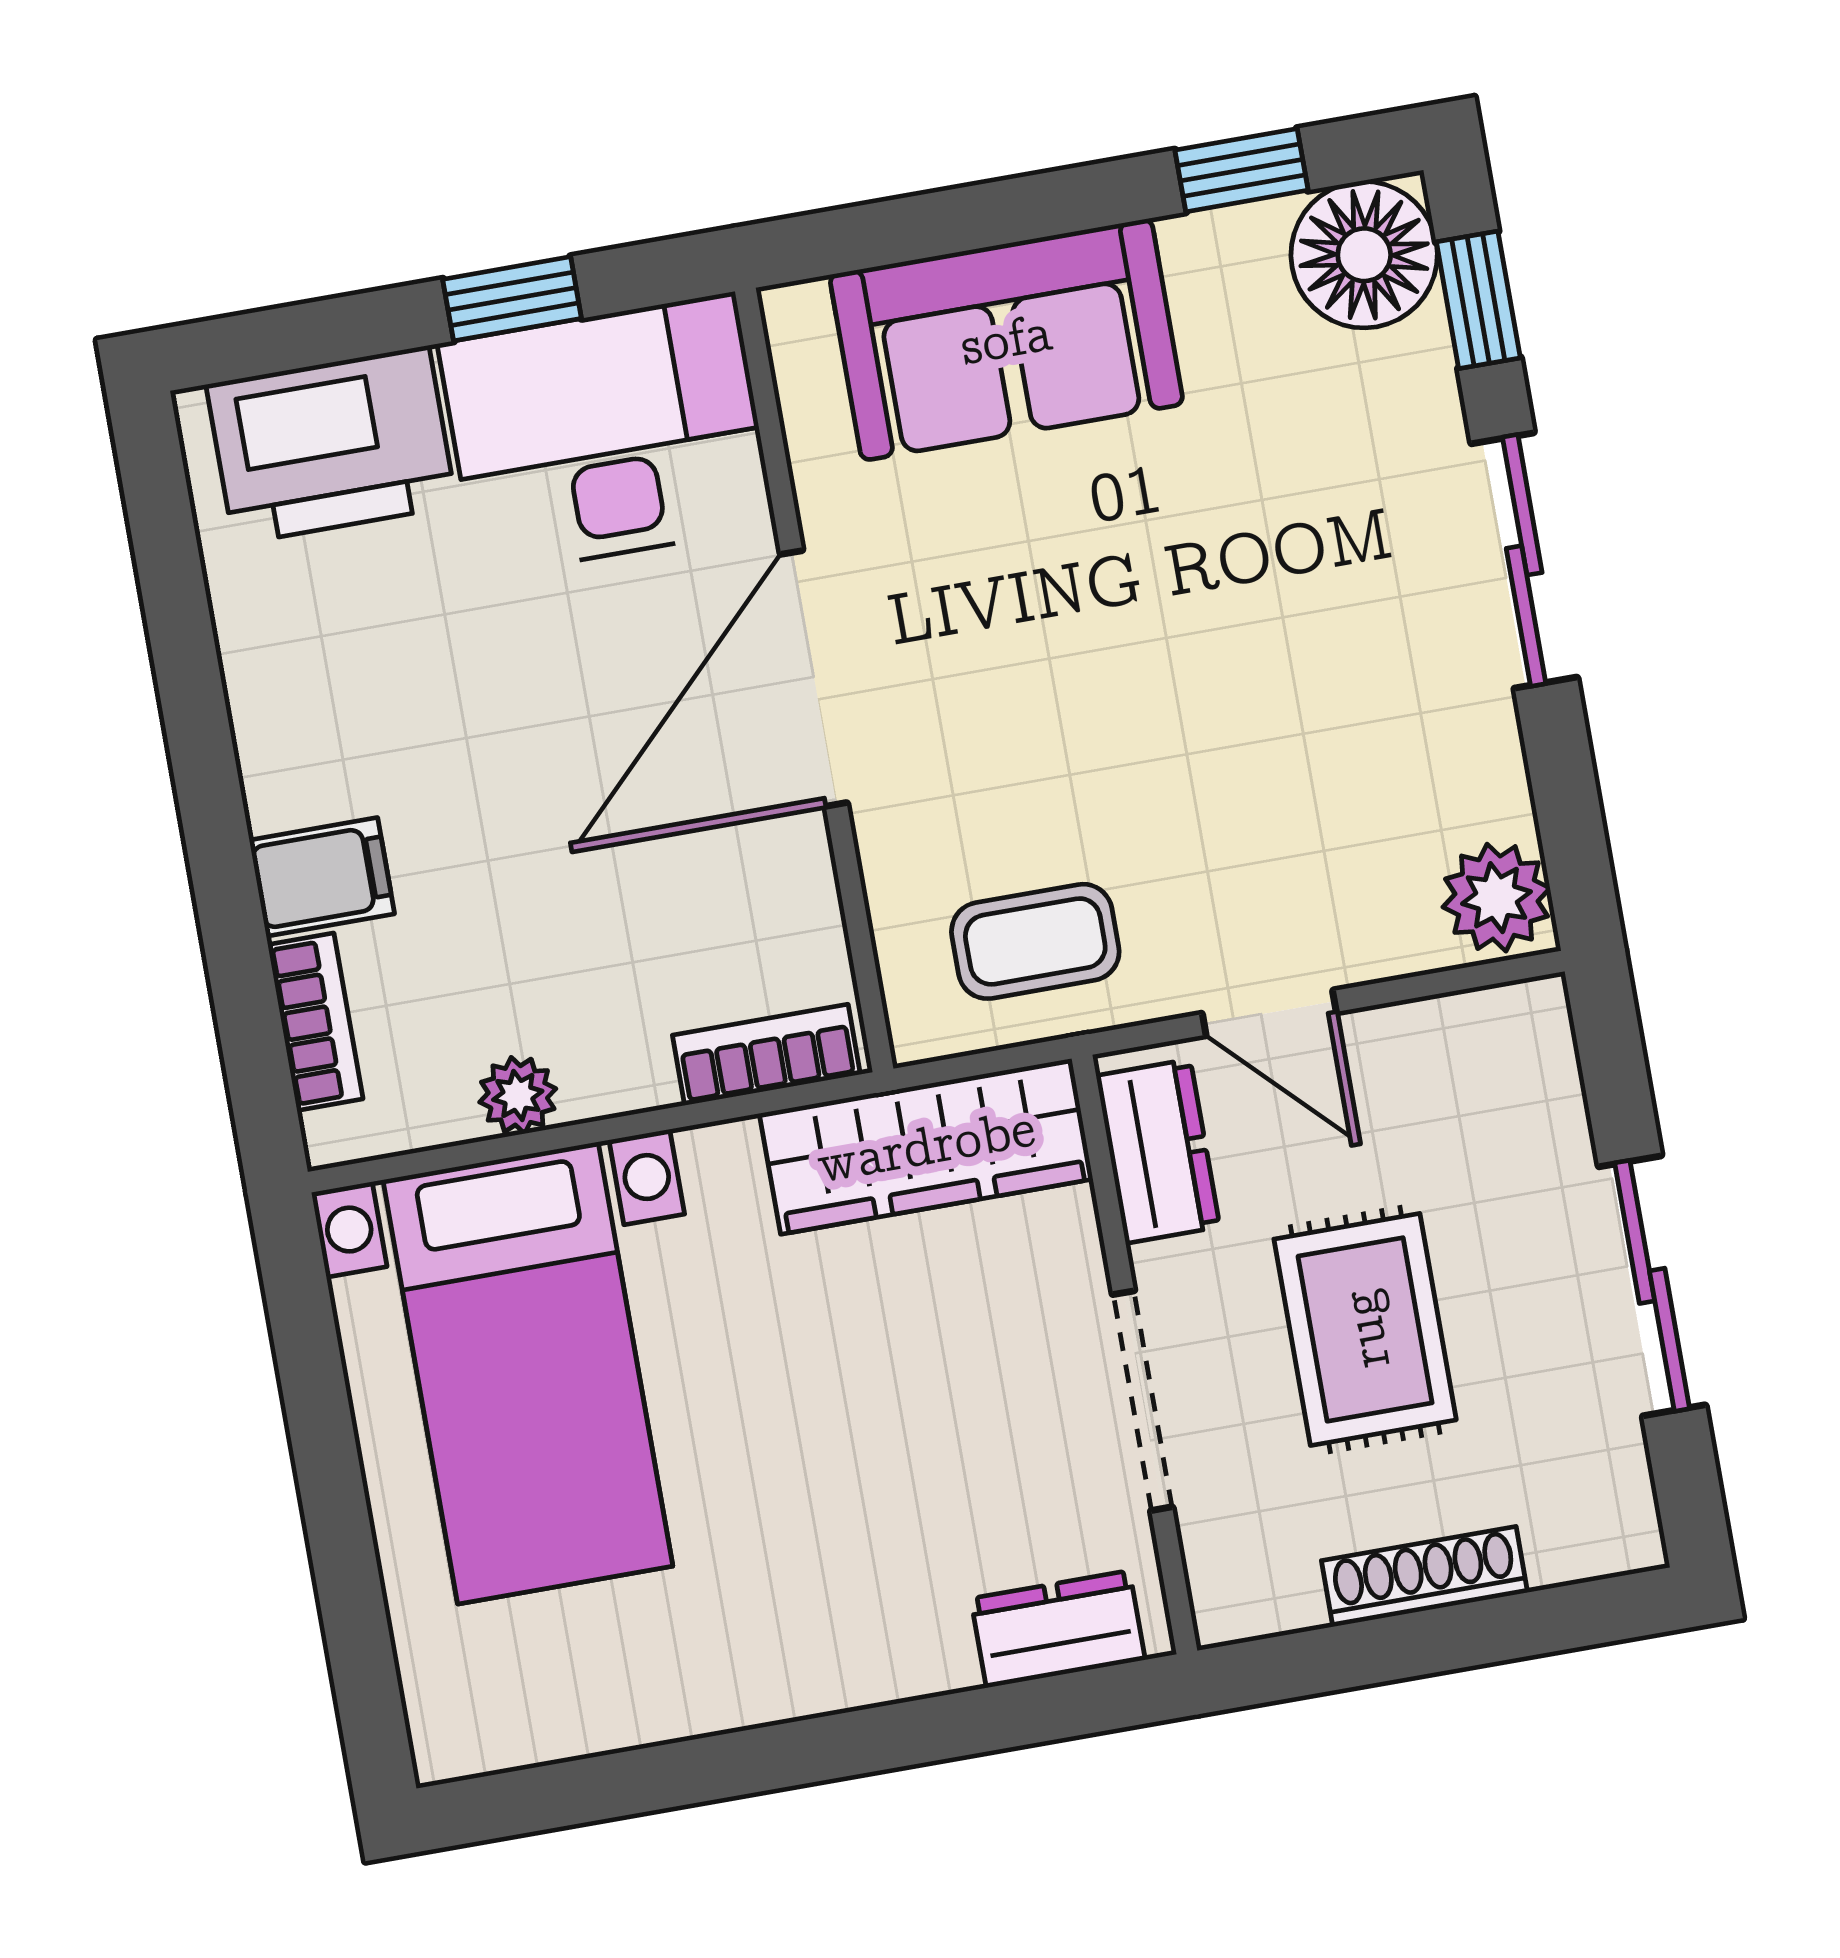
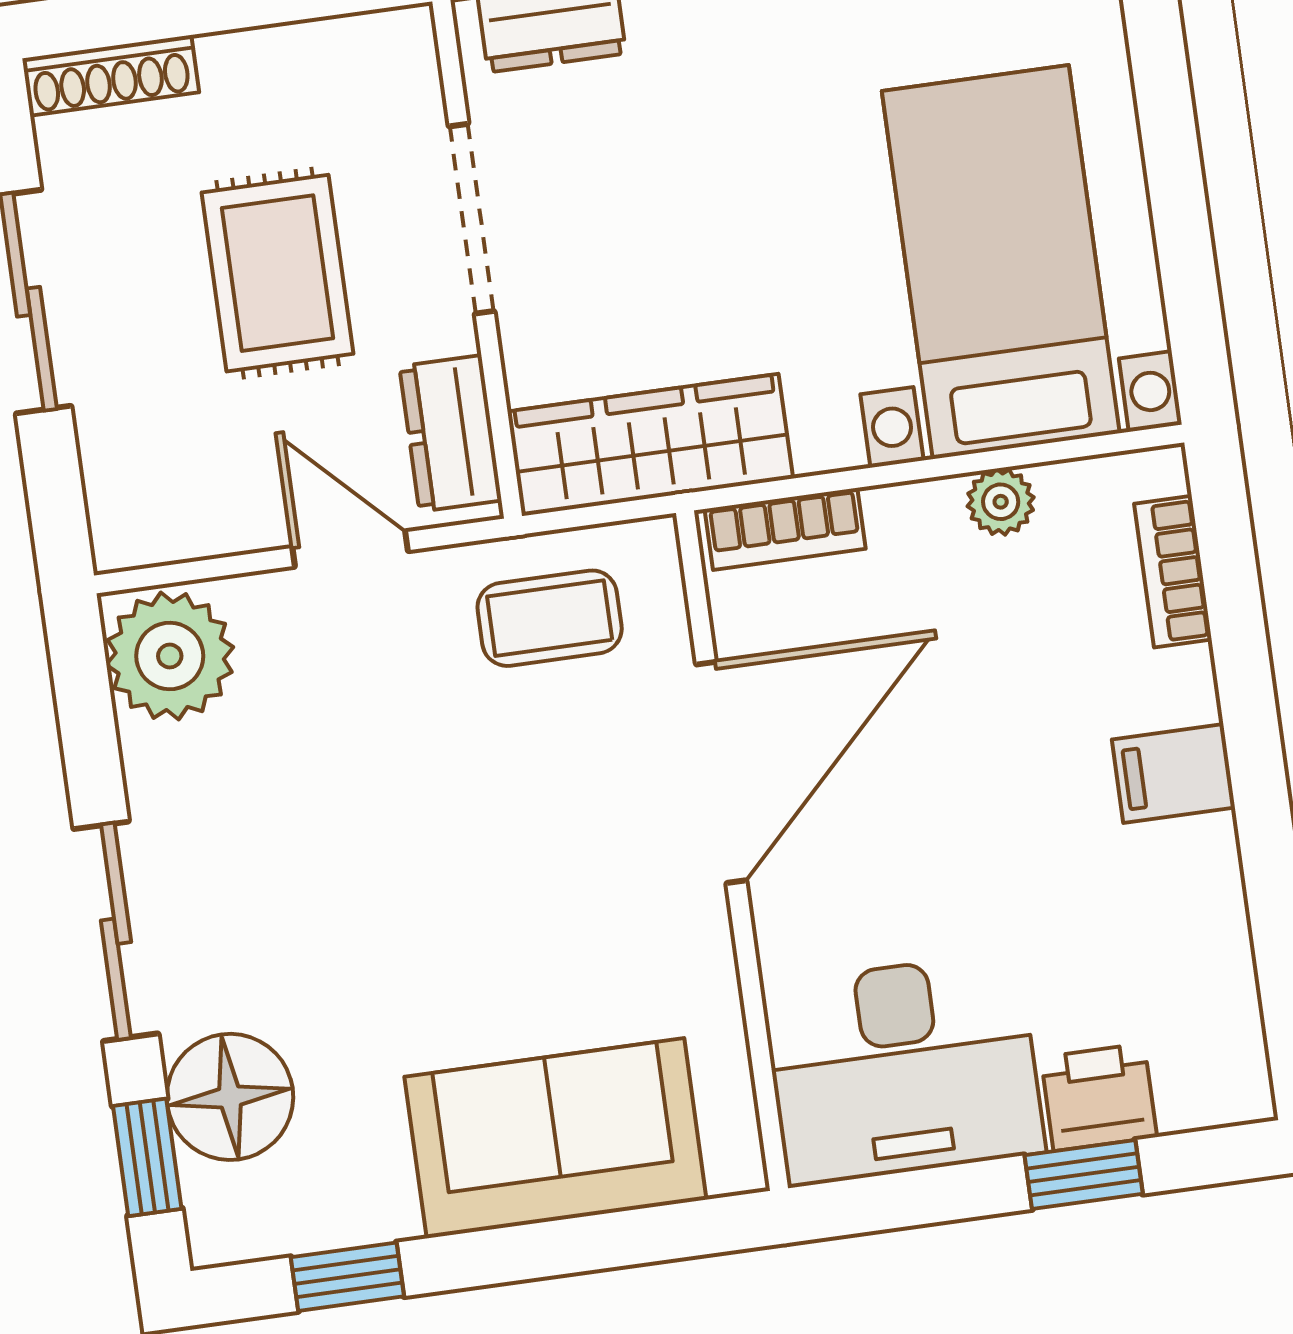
floor lamp: (1364, 255) -> (230, 1097), moved
window: (512, 299) -> (1084, 1175), moved
printer: (331, 445) -> (1099, 1097), width x0.53, depth x0.68
door: (814, 678) -> (721, 772), moved
filing cabinet: (322, 877) -> (1173, 773), moved
plant: (1497, 898) -> (170, 656), width x1.36, depth x1.36
shoe rack: (1424, 1577) -> (111, 75), moved

